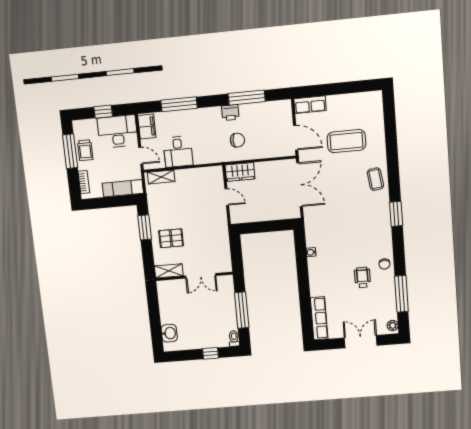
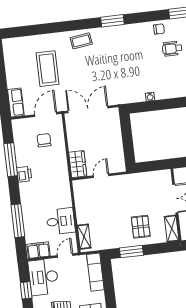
chair: (237, 140) -> (44, 140), moved

